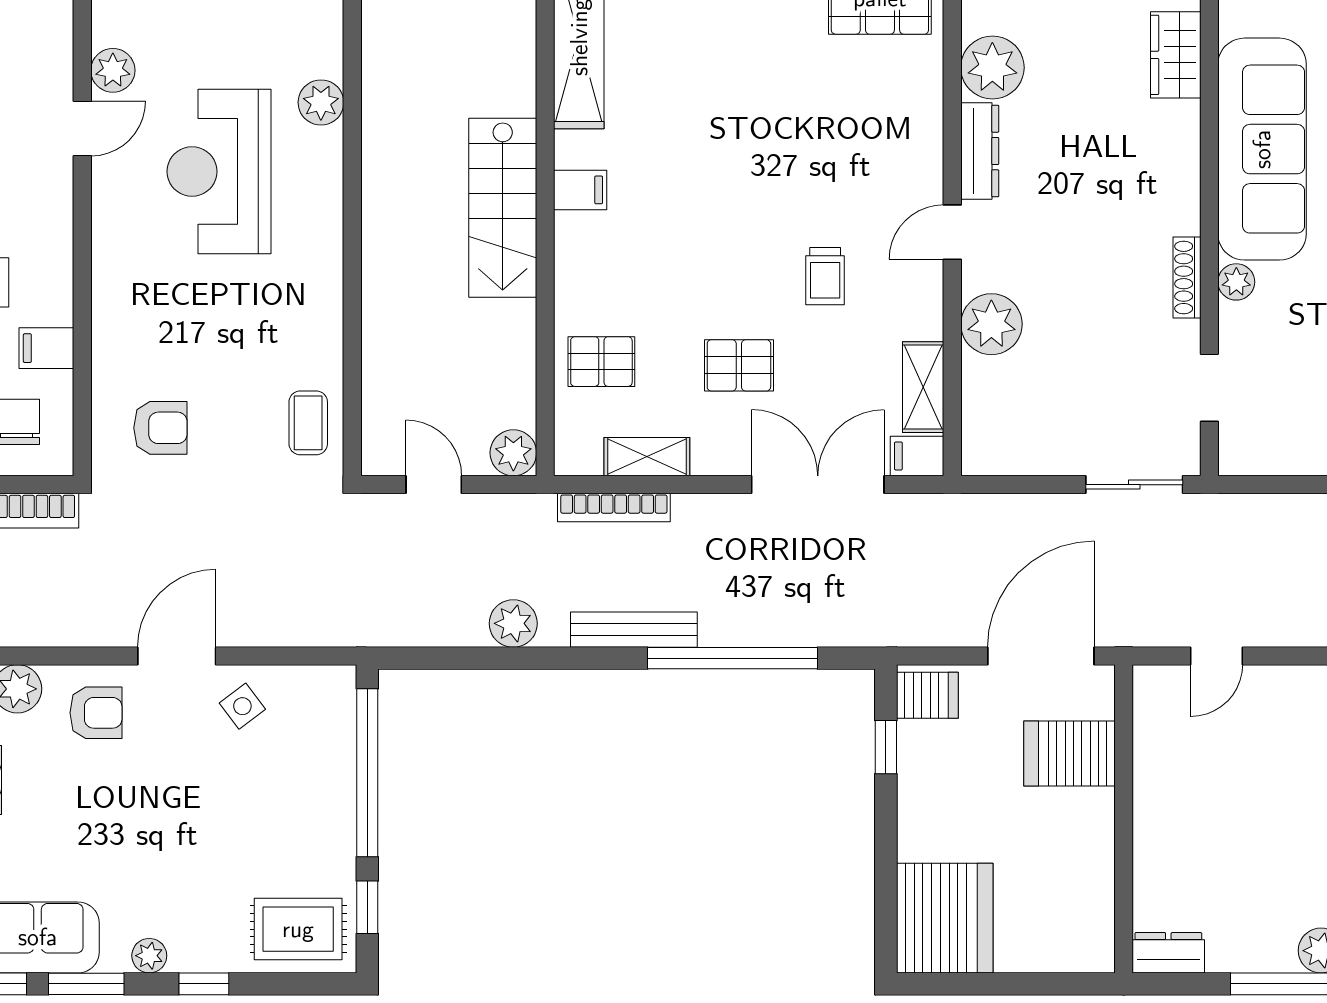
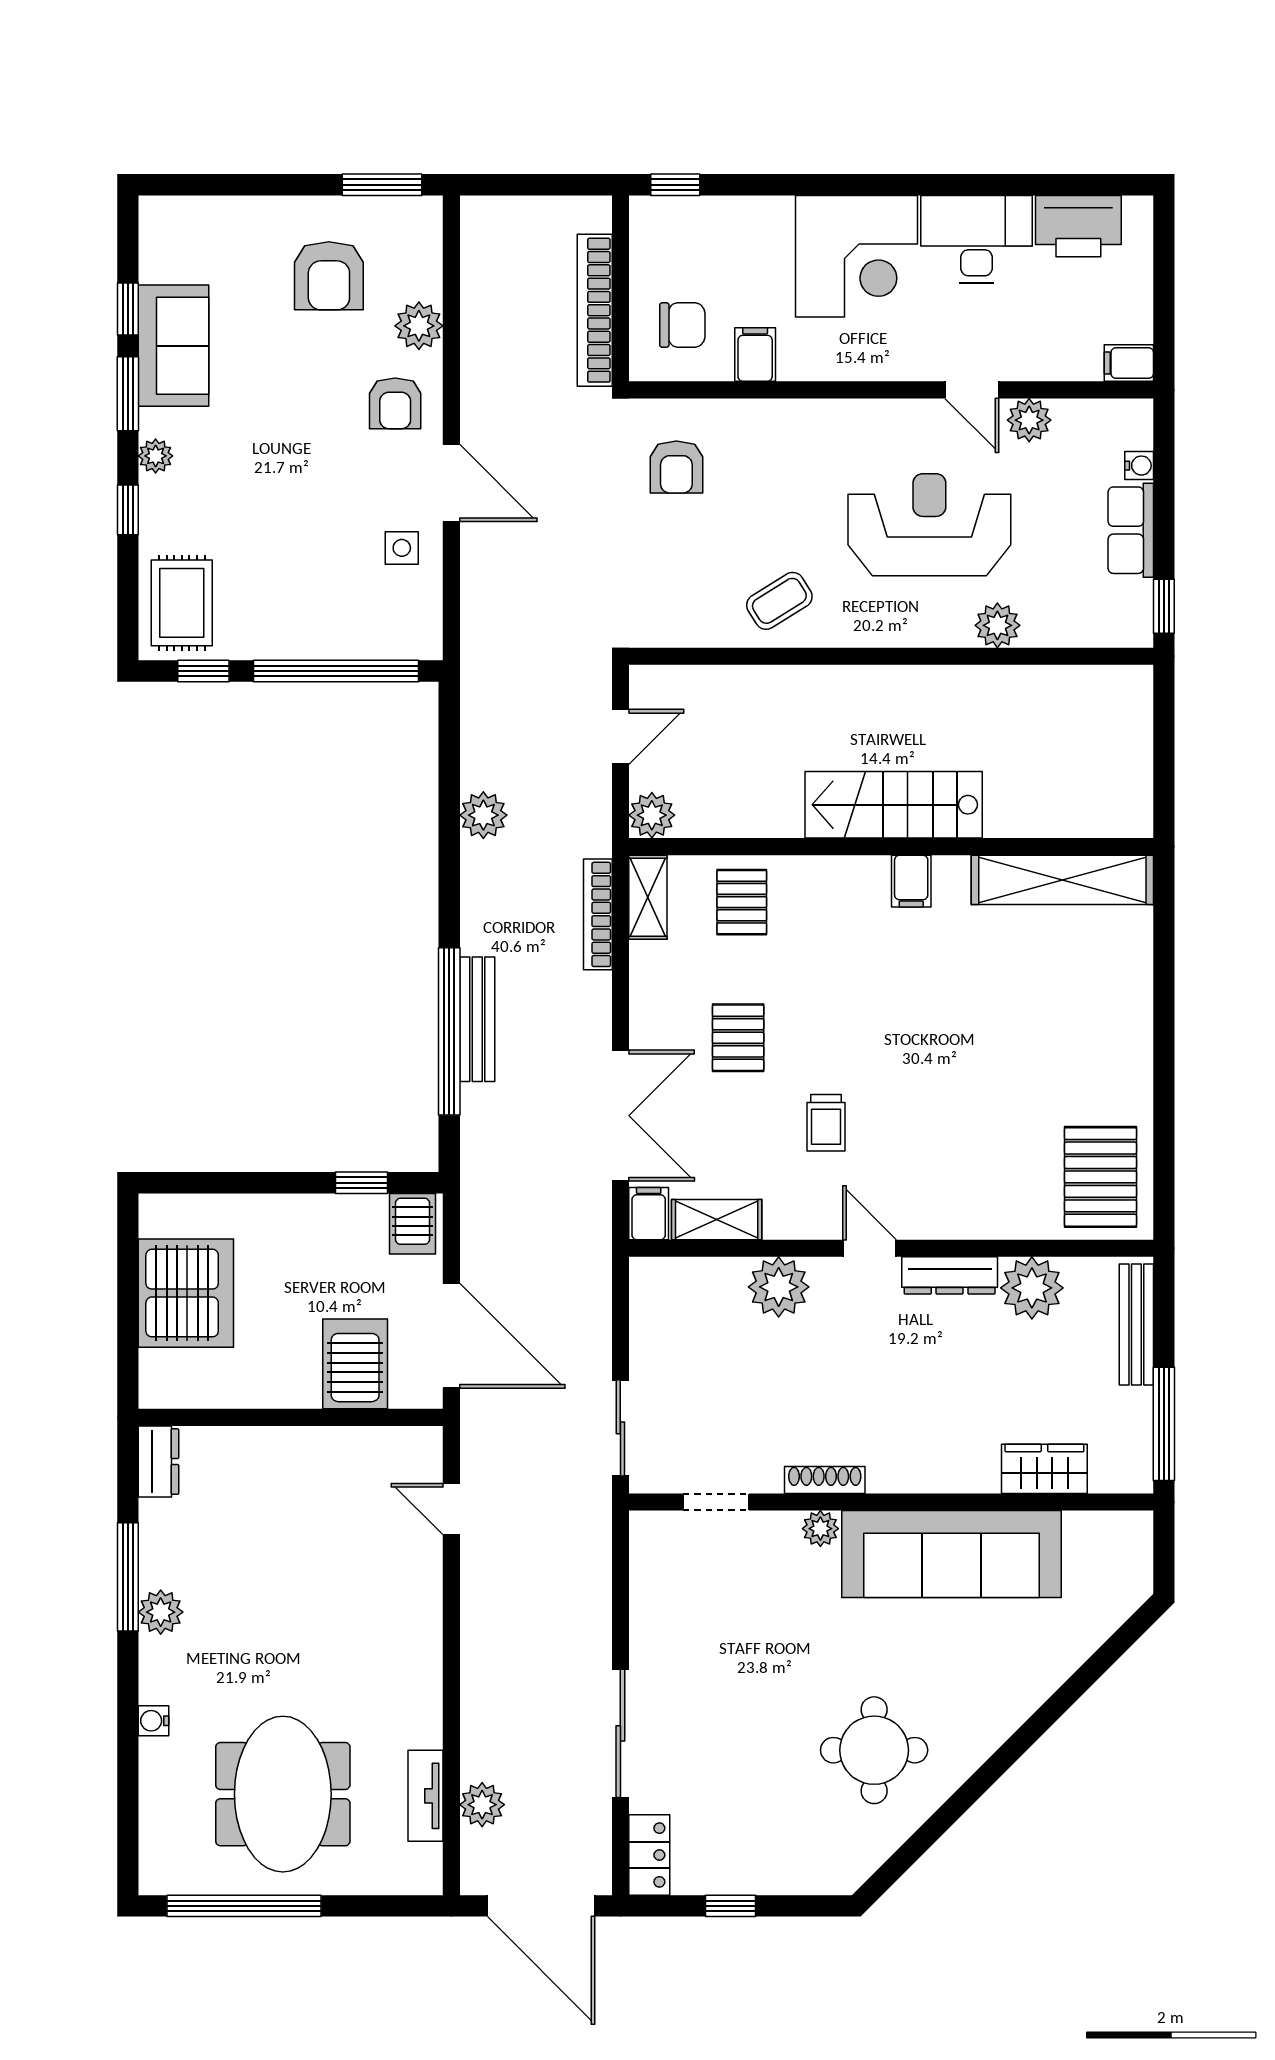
trolley: (825, 276) -> (826, 1123), turned -90
coffee table: (308, 423) -> (779, 601), moved, turned -32
shelving: (647, 457) -> (648, 897), moved
bench: (634, 630) -> (477, 1019), moved
side table: (242, 706) -> (402, 548), turned 37
server rack: (945, 918) -> (186, 1293), moved, turned -90

